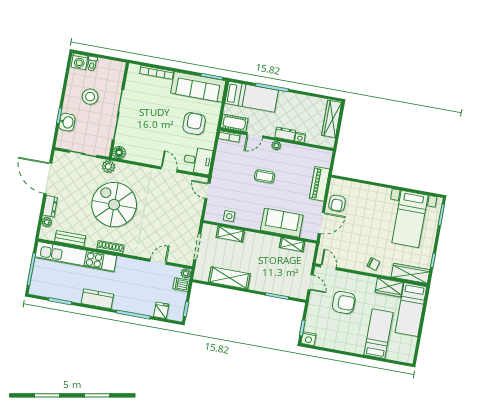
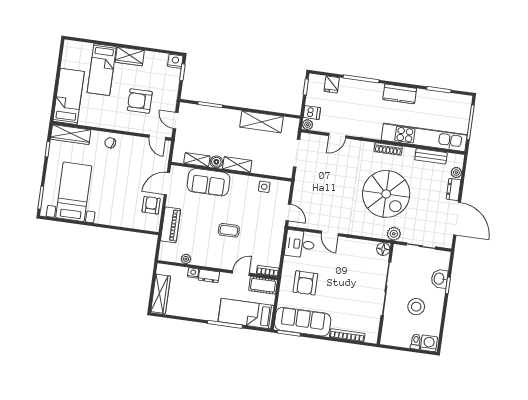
plant: (276, 146) -> (186, 259), moved
shelving: (230, 234) -> (237, 165), moved
boiler: (274, 242) -> (216, 162), added
wardrobe: (389, 287) -> (130, 56), moved, turned 180

